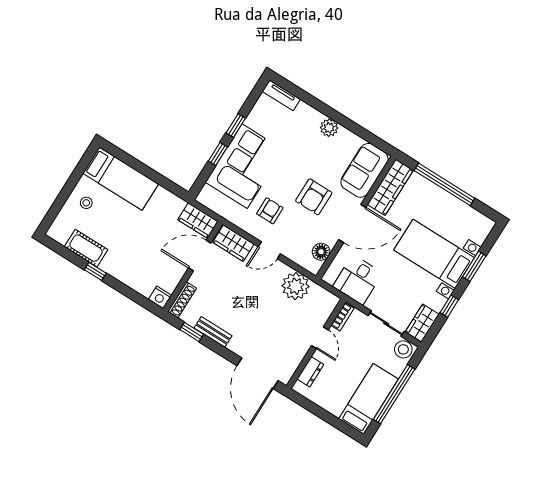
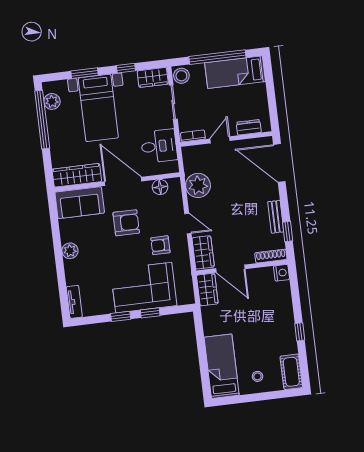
window: (444, 184) -> (42, 120), moved
plant: (473, 218) -> (52, 101), added
cot: (86, 248) -> (291, 372), moved
door: (258, 373) -> (279, 163), swing flipped

